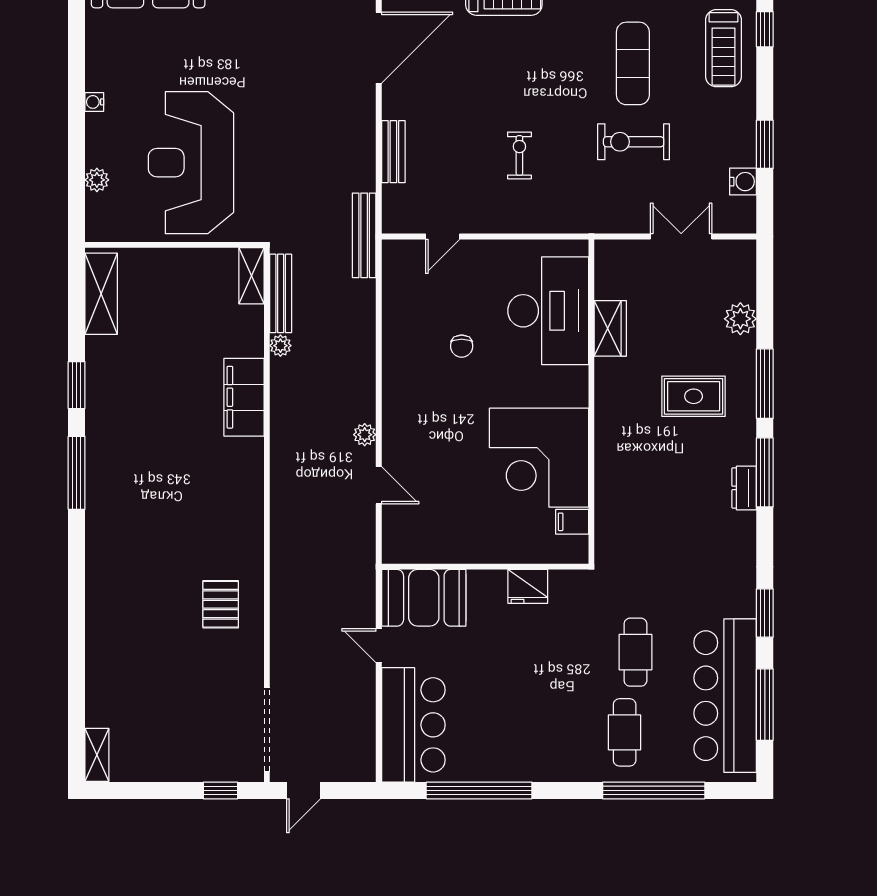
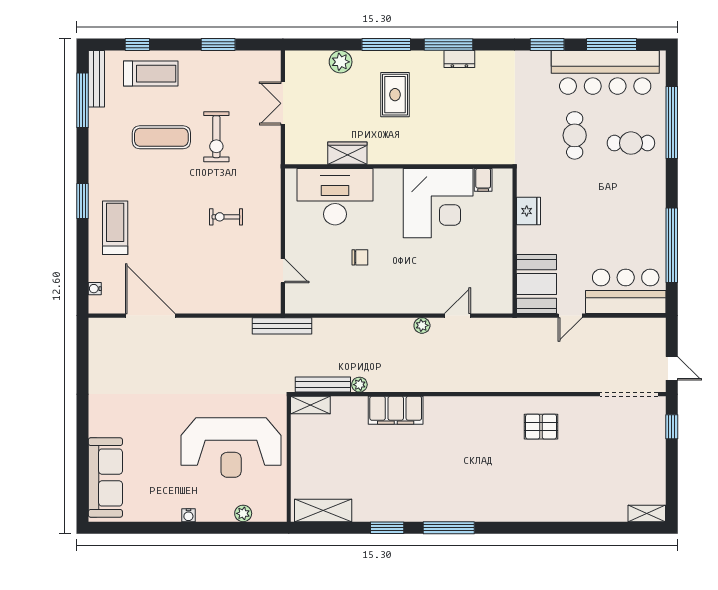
bench: (393, 152) -> (223, 305), removed
water cooler: (743, 182) -> (244, 60), removed
cafe table: (635, 652) -> (575, 135), turned 90

